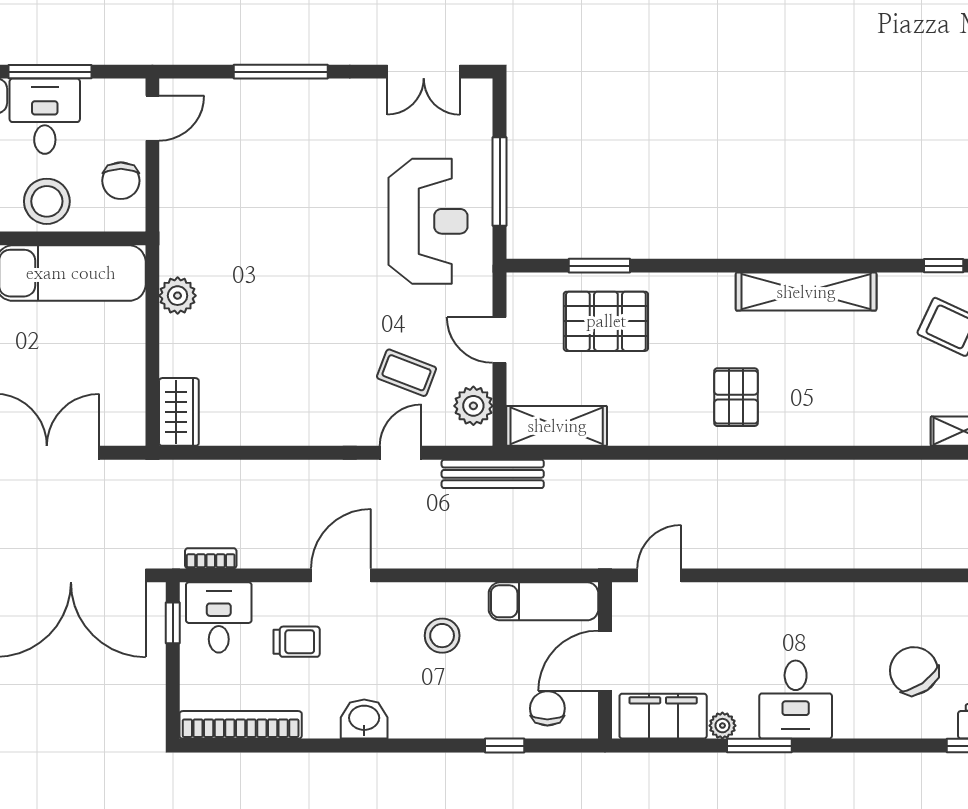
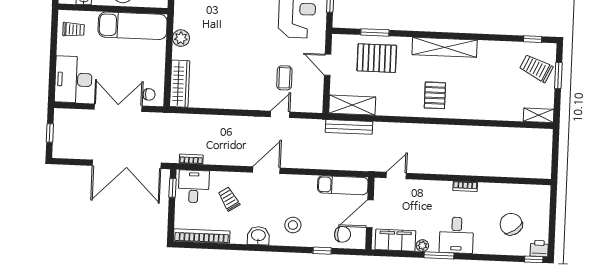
shelving: (806, 292) -> (445, 47), moved
coffee table: (406, 373) -> (284, 78), turned 69
plant: (473, 406) -> (314, 94), removed
wardrobe: (179, 412) -> (180, 84), width x1.50
chair: (113, 421) -> (149, 94), added
bench: (493, 474) -> (349, 127), moved
door: (341, 575) -> (266, 170), moved
bookcase: (810, 593) -> (465, 186), added
stool: (442, 636) -> (293, 225), moved
trolley: (297, 642) -> (229, 199), turned -123
chair: (547, 708) -> (343, 234), turned 90

